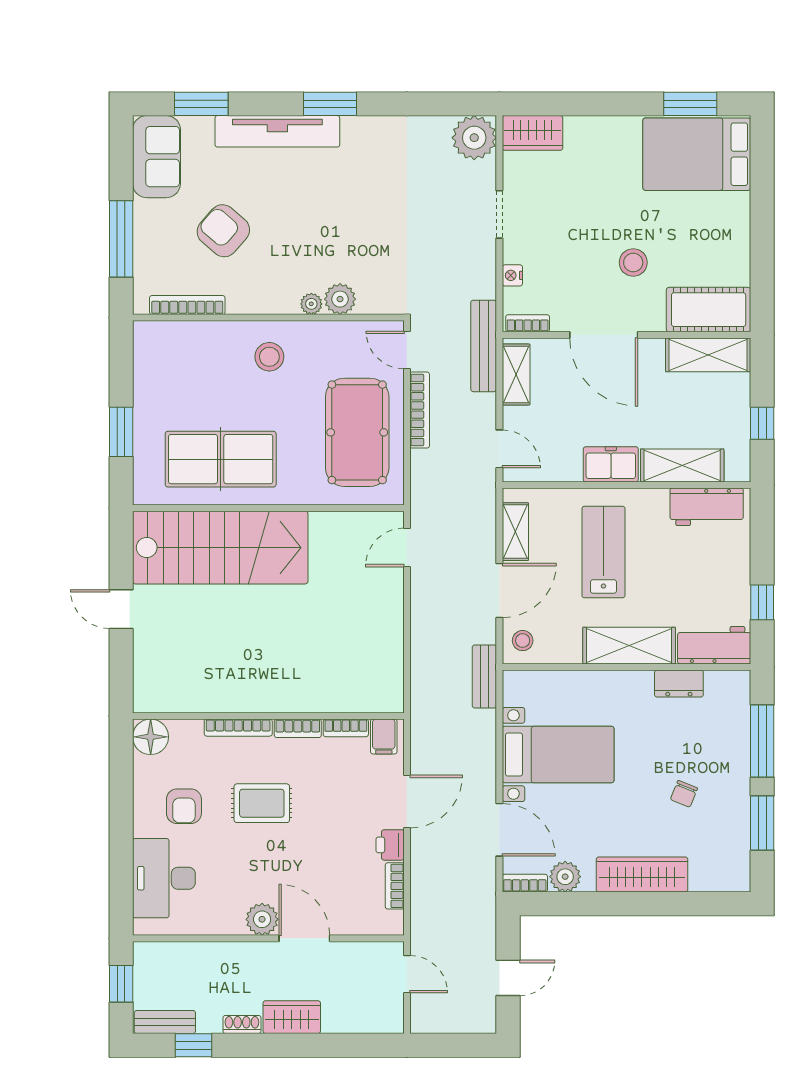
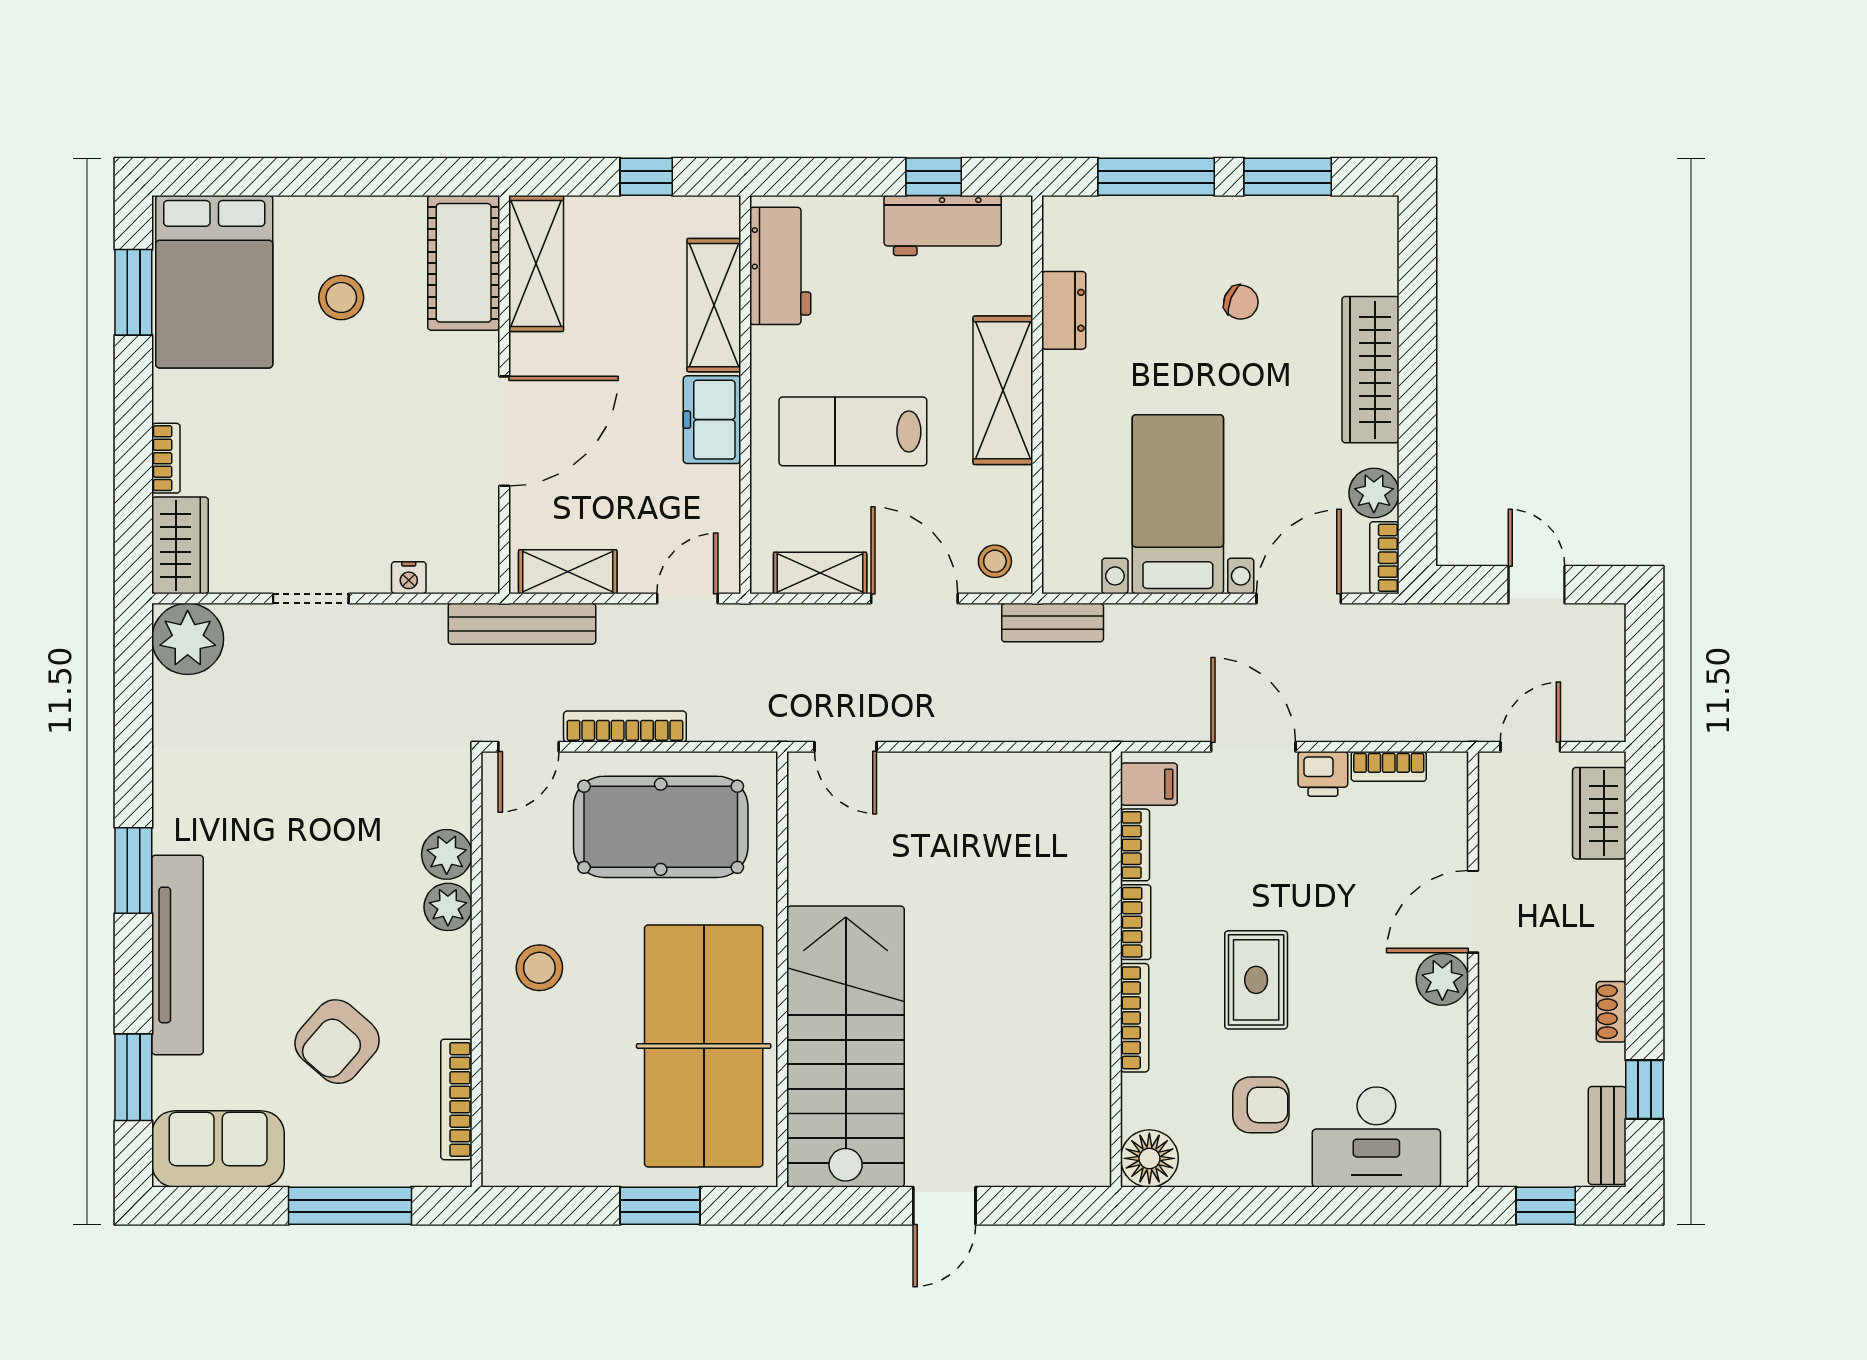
stool: (633, 263) -> (341, 298), moved
plant: (311, 304) -> (448, 907), width x1.38, depth x1.38
bookcase: (528, 323) -> (166, 458), moved, turned 180
table tennis table: (221, 459) -> (704, 1046), width x1.36, depth x1.32
workbench: (714, 645) -> (943, 225), moved, turned -90
wardrobe: (292, 1017) -> (1599, 813), moved

